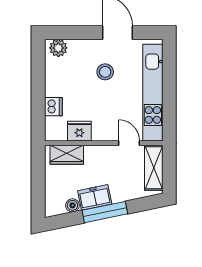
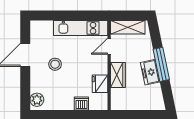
kitchen unit: (153, 93) -> (81, 28), width x0.73
wardrobe: (67, 155) -> (118, 75), moved
boiler: (72, 205) -> (156, 89), removed

